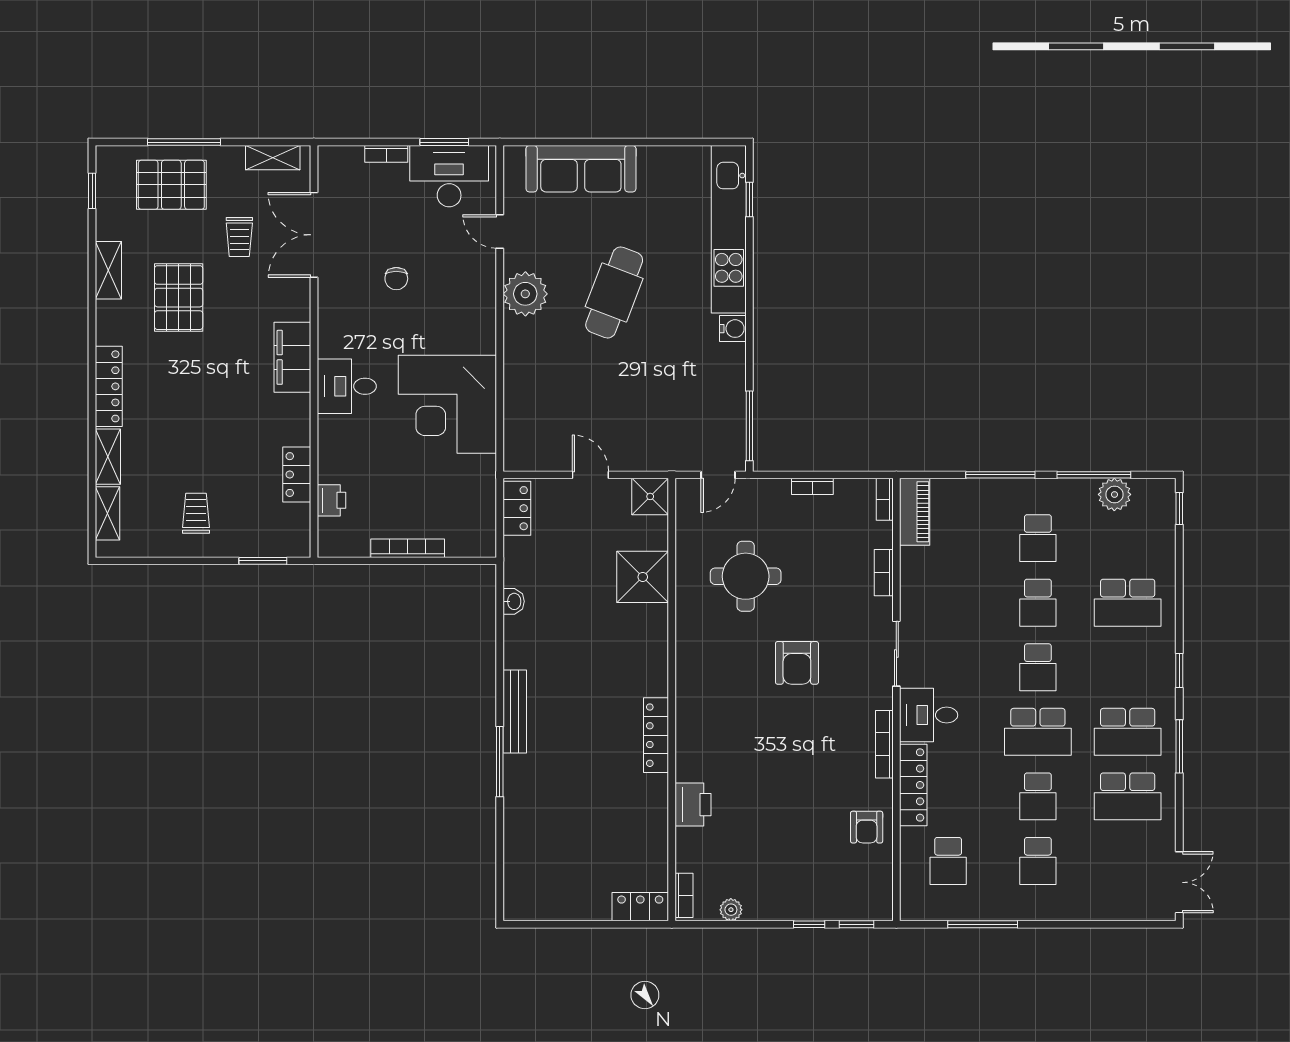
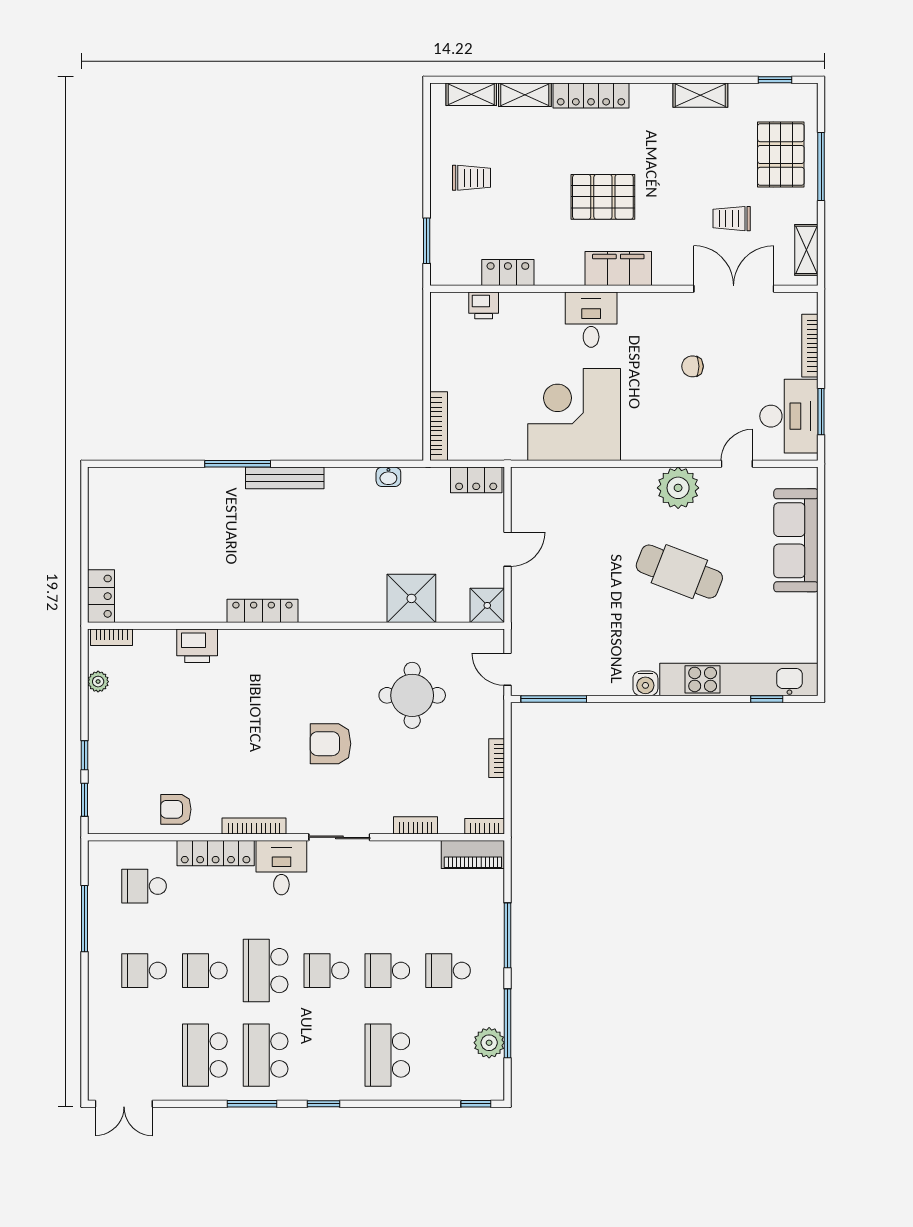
bookcase: (386, 154) -> (810, 346), width x1.56
pallet: (179, 298) -> (603, 197), moved
bookcase: (408, 548) -> (439, 426), moved

